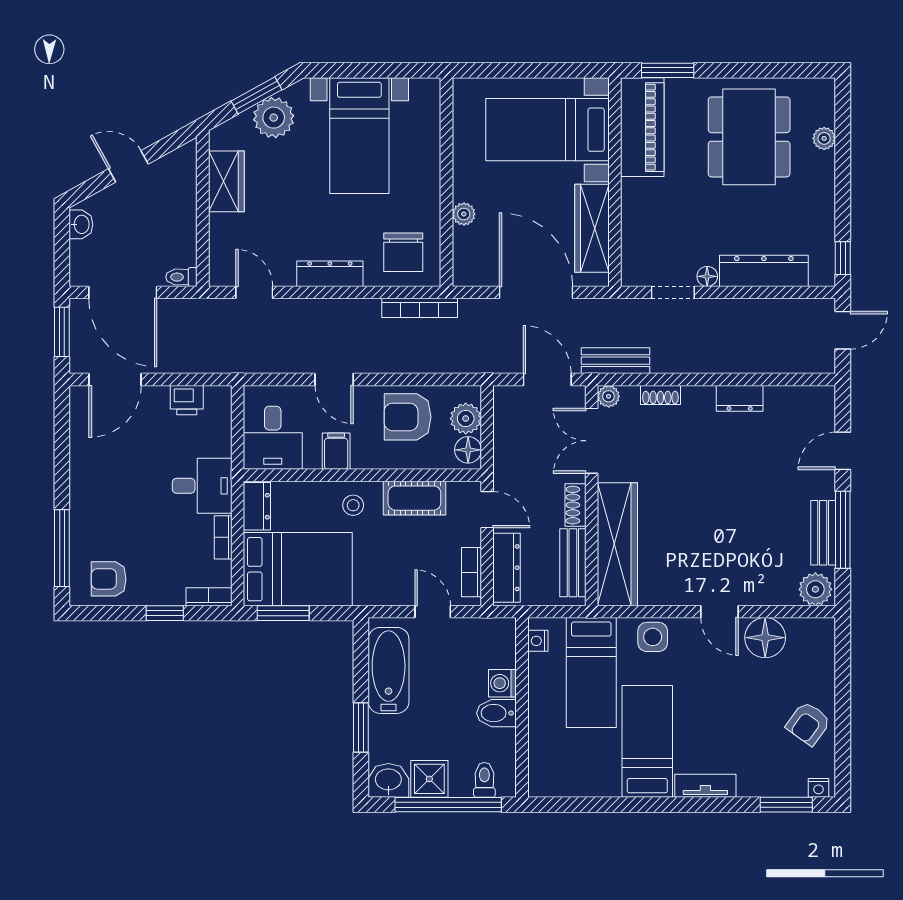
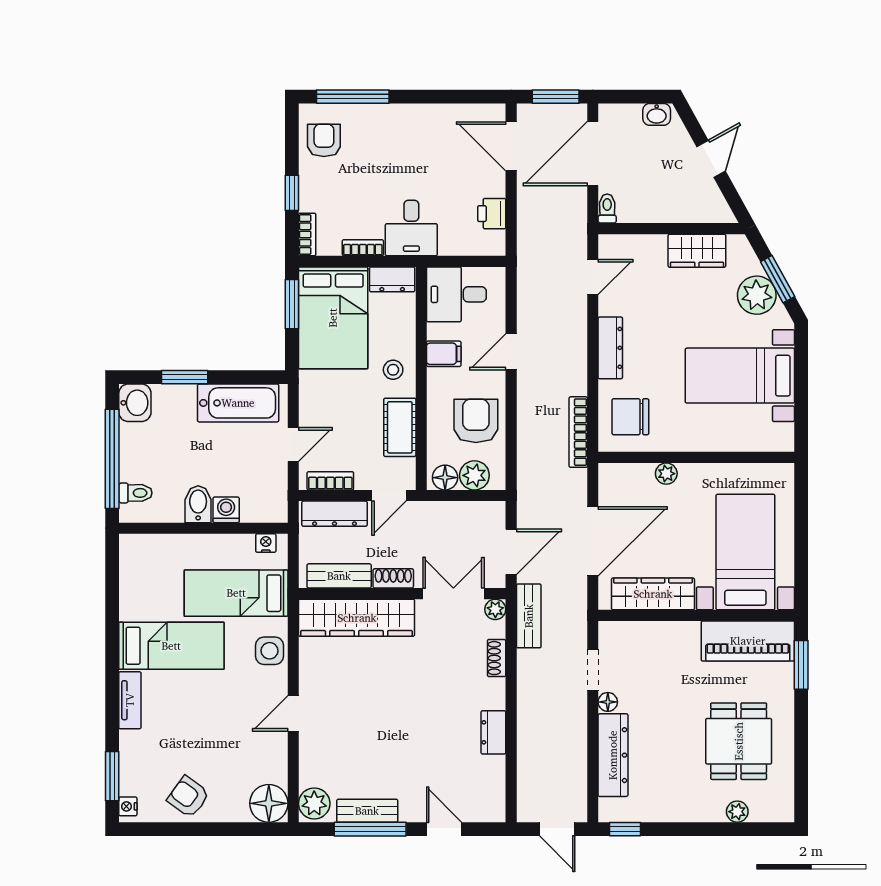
dining table: (749, 137) -> (739, 741), width x0.73
floor lamp: (765, 638) -> (269, 803), moved
shower: (429, 779) -> (136, 441), removed

